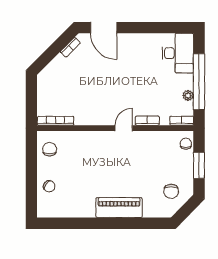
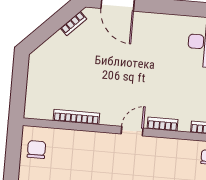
bookcase: (56, 121) -> (76, 117), moved

